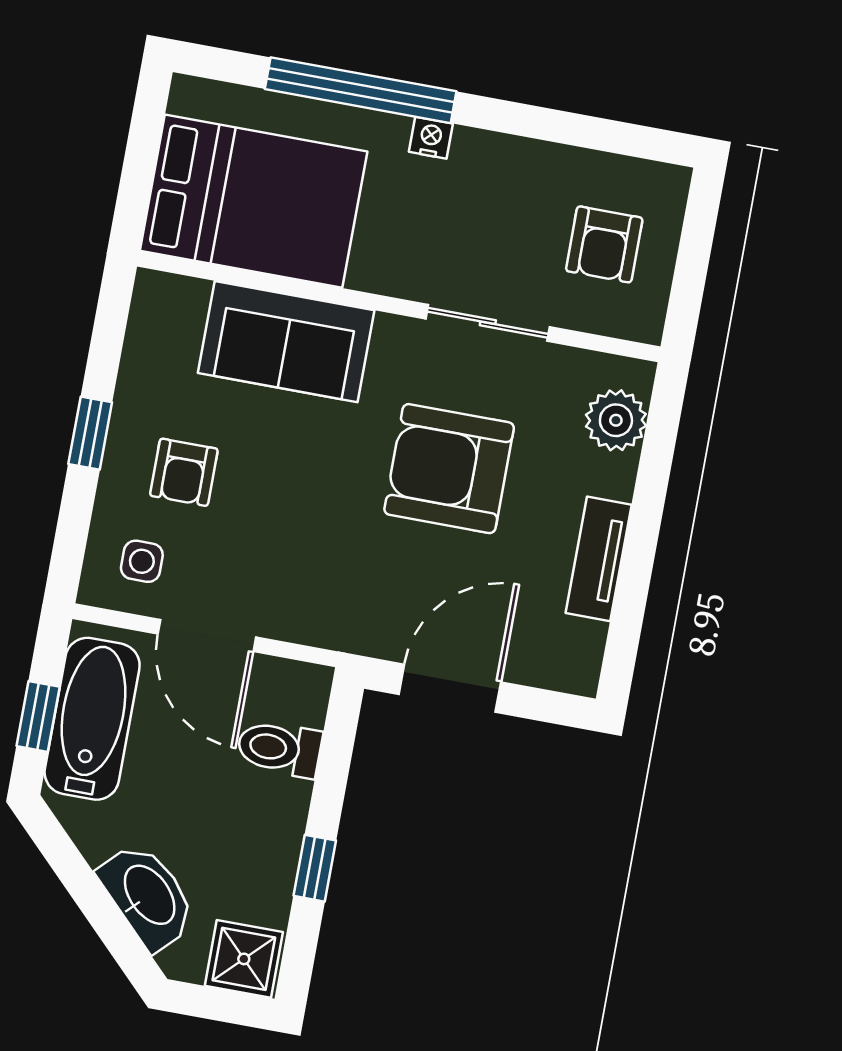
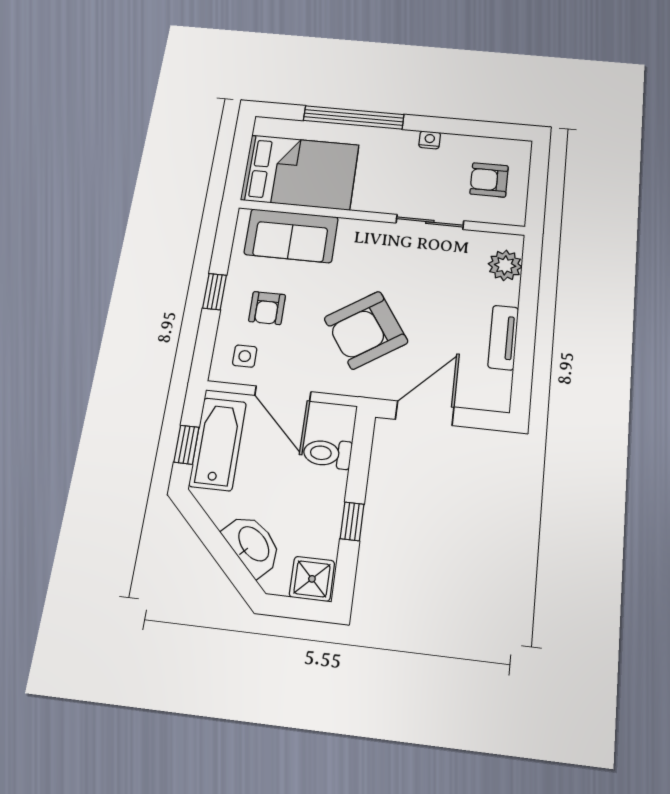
nightstand: (431, 138) -> (430, 140), moved
armchair: (604, 244) -> (489, 180), turned 90
sofa: (286, 342) -> (291, 236), moved
armchair: (449, 469) -> (366, 330), moved, turned -34

